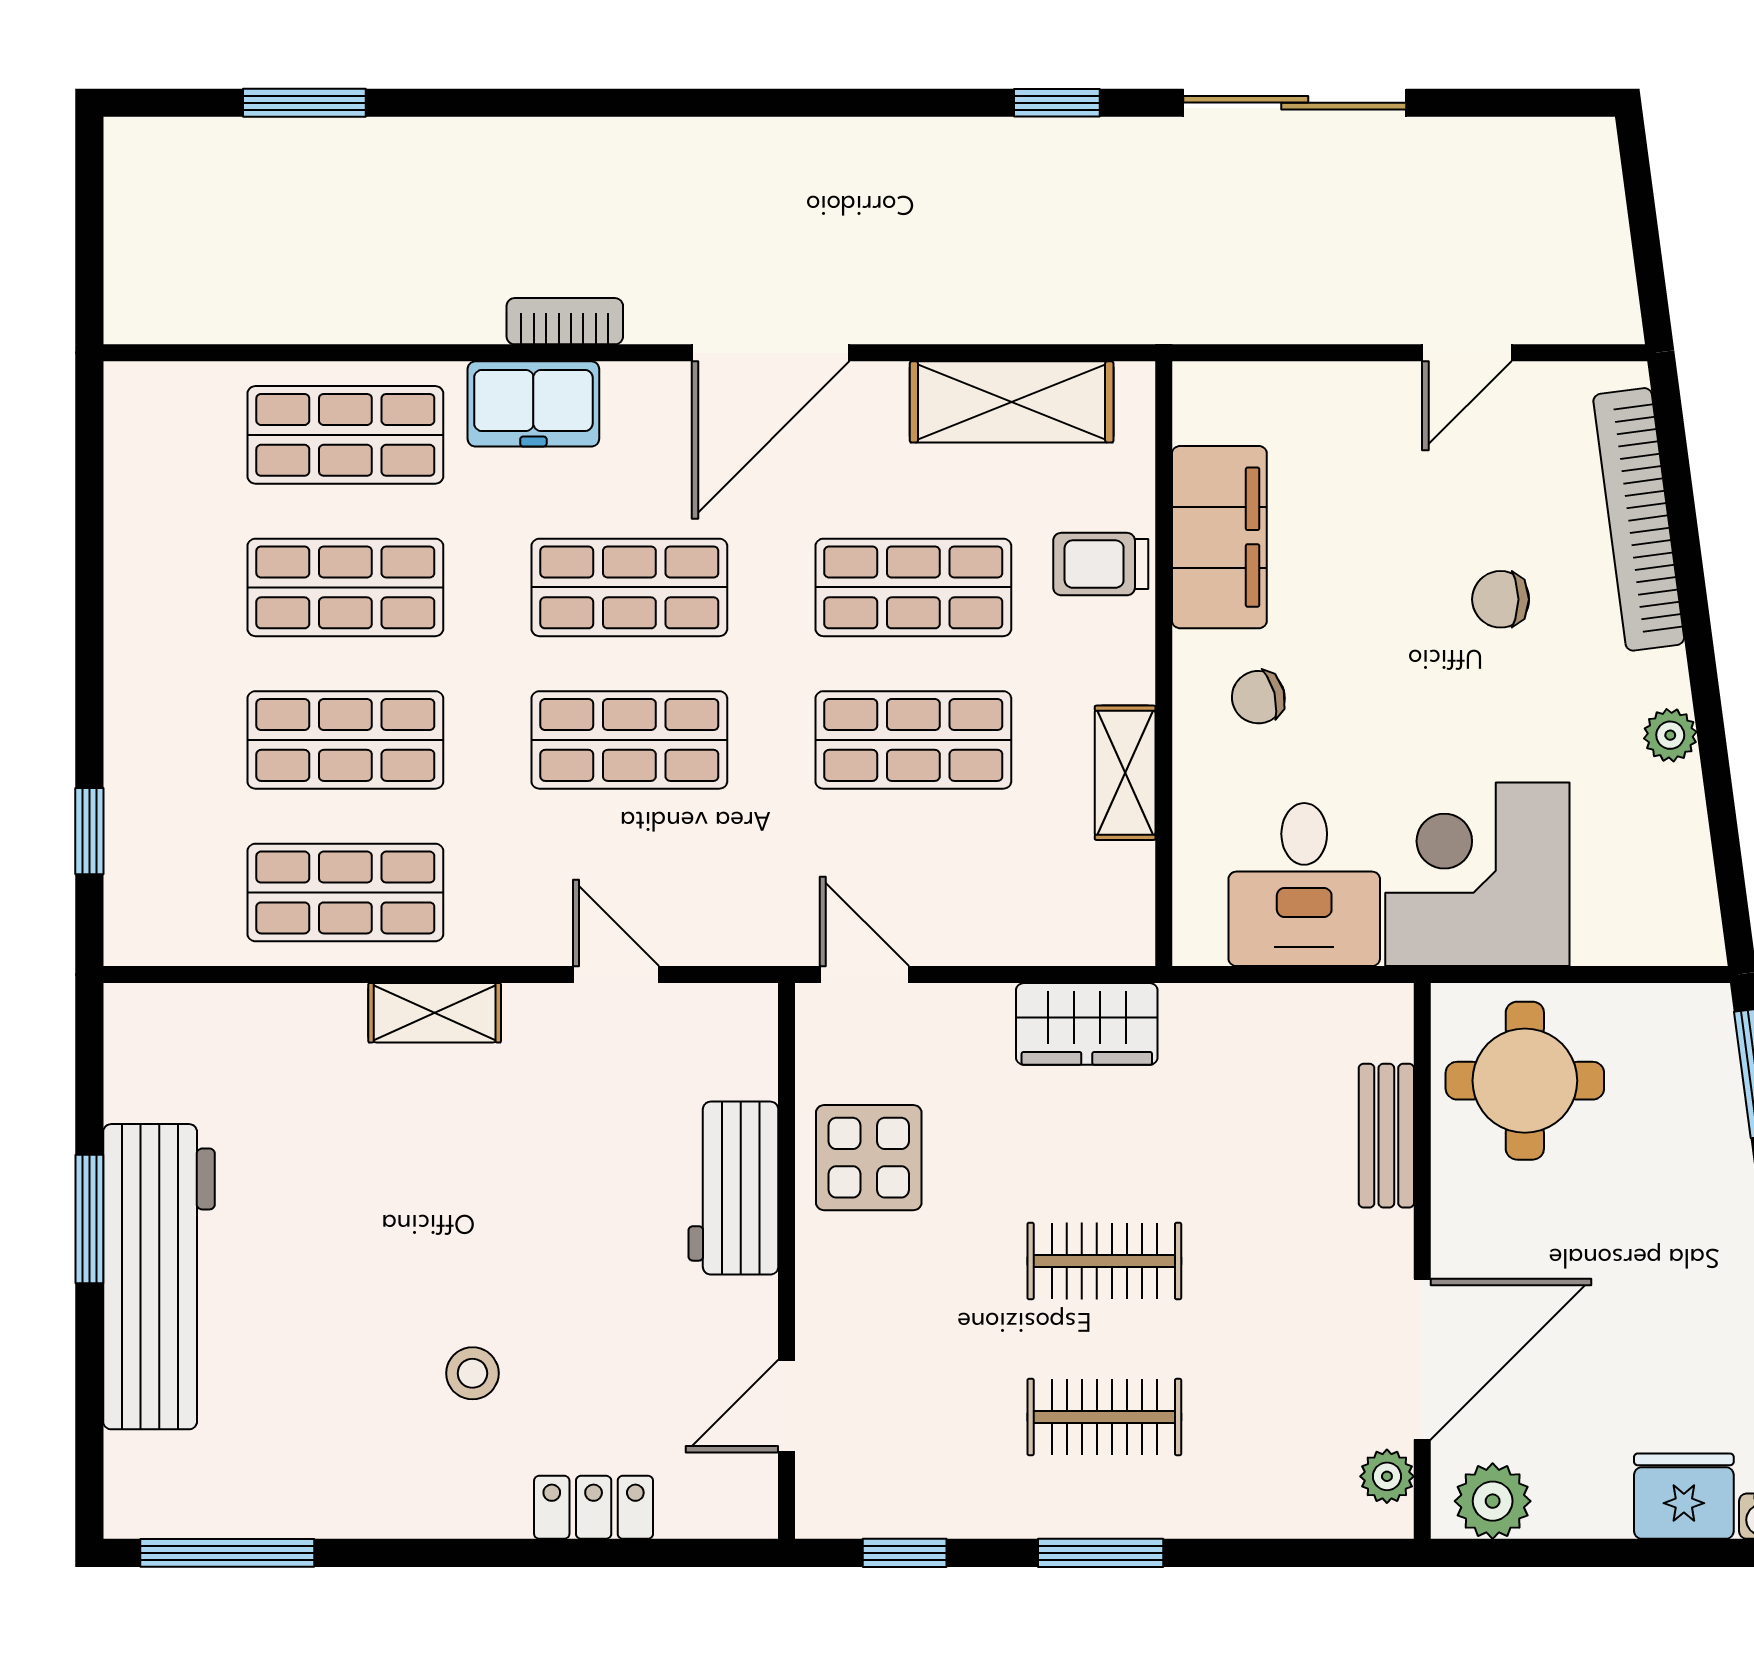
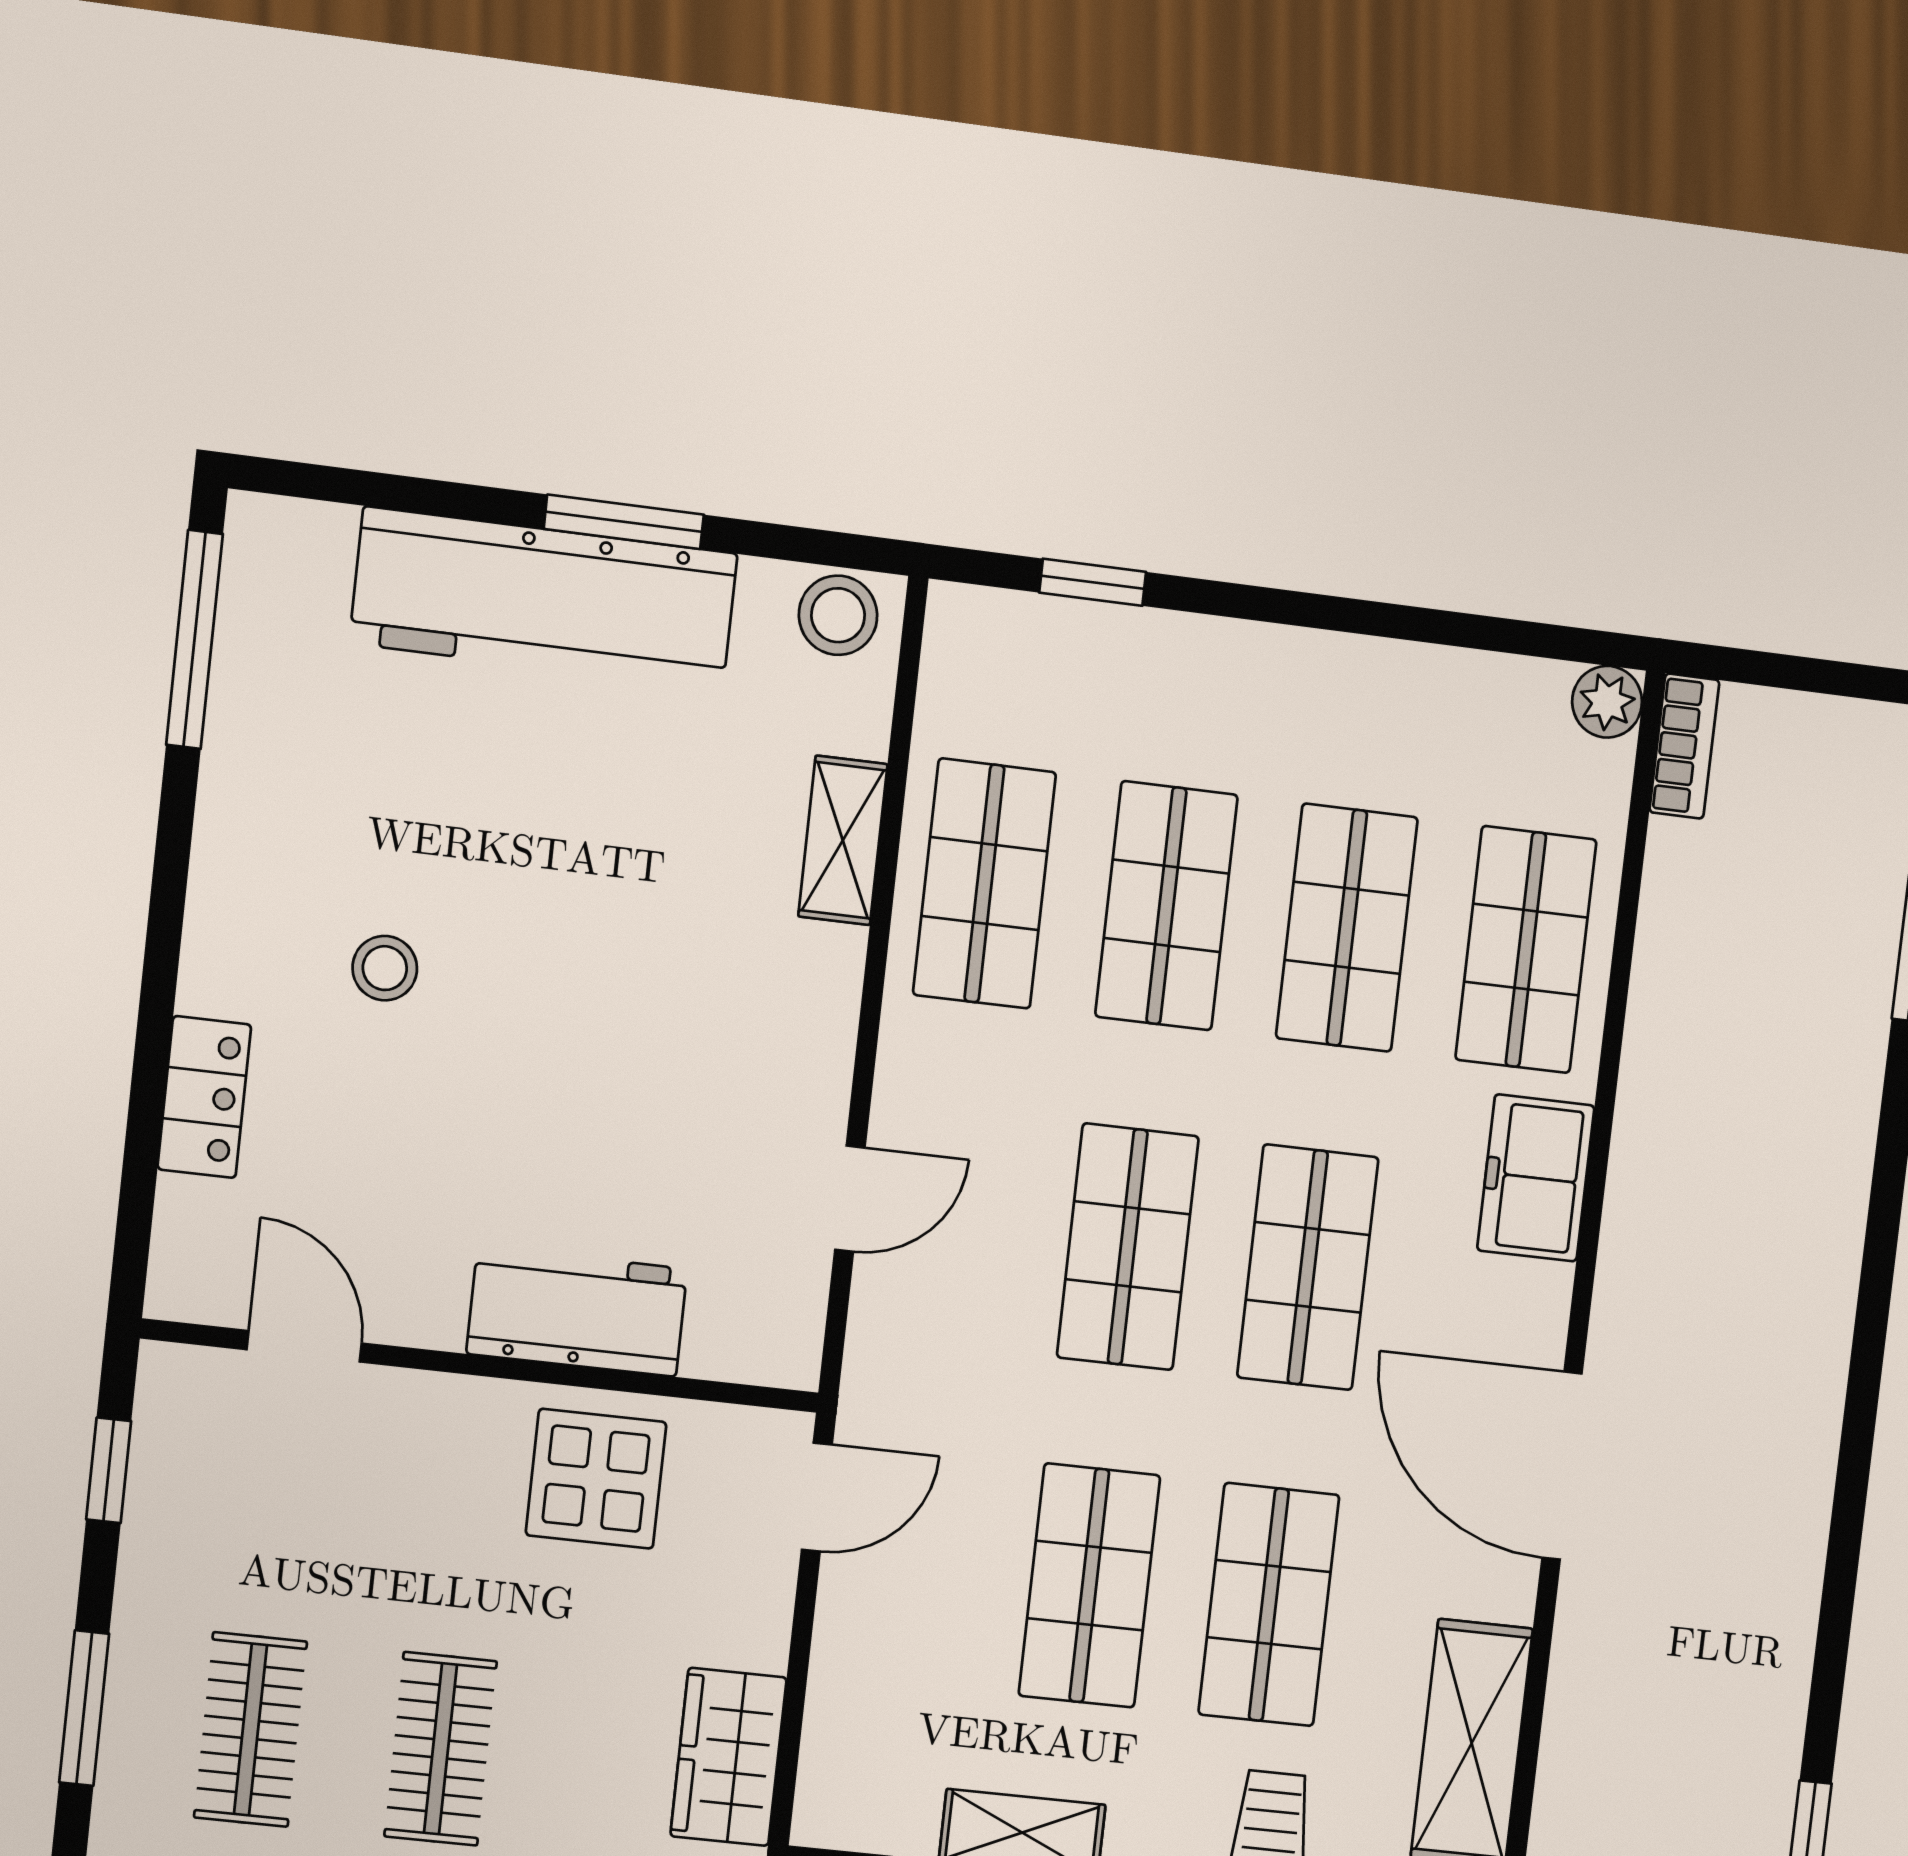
bookcase: (565, 321) -> (1684, 746), moved
plant: (133, 391) -> (1607, 702), added
shelving: (435, 1013) -> (843, 840), moved
stool: (142, 1037) -> (838, 615), added

